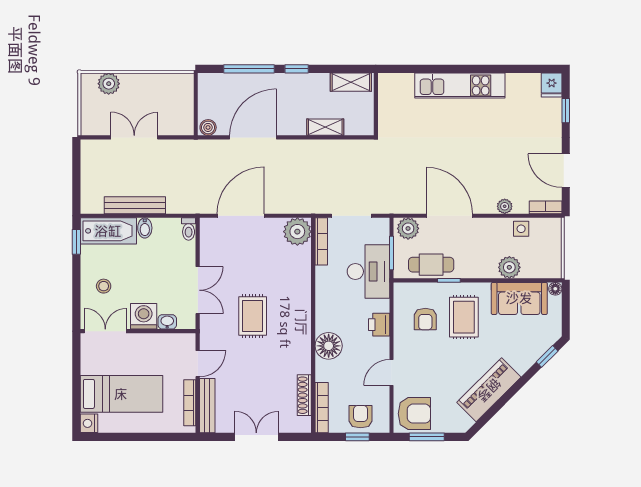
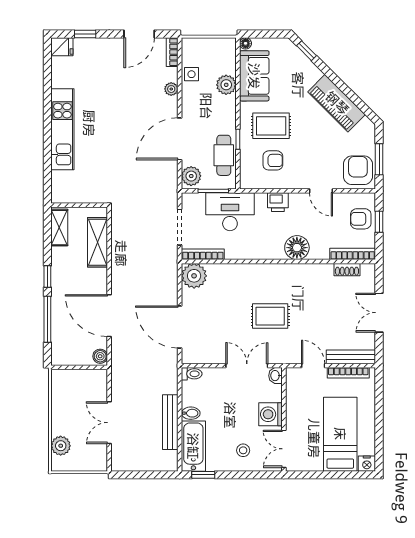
shelving: (325, 127) -> (97, 242), width x1.50, depth x1.33
washbasin: (167, 322) -> (275, 376), moved
shoe rack: (304, 395) -> (347, 270), width x0.70

